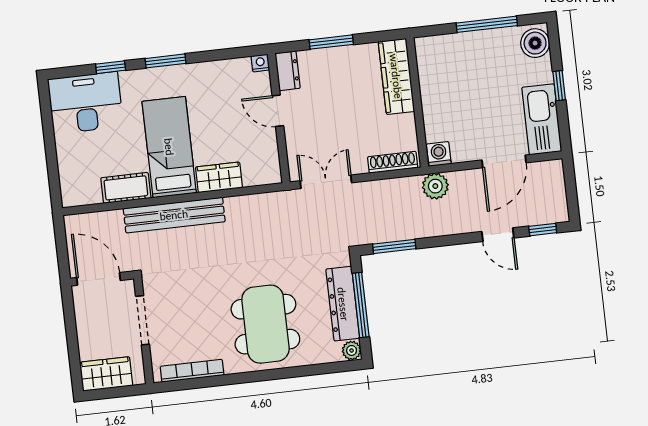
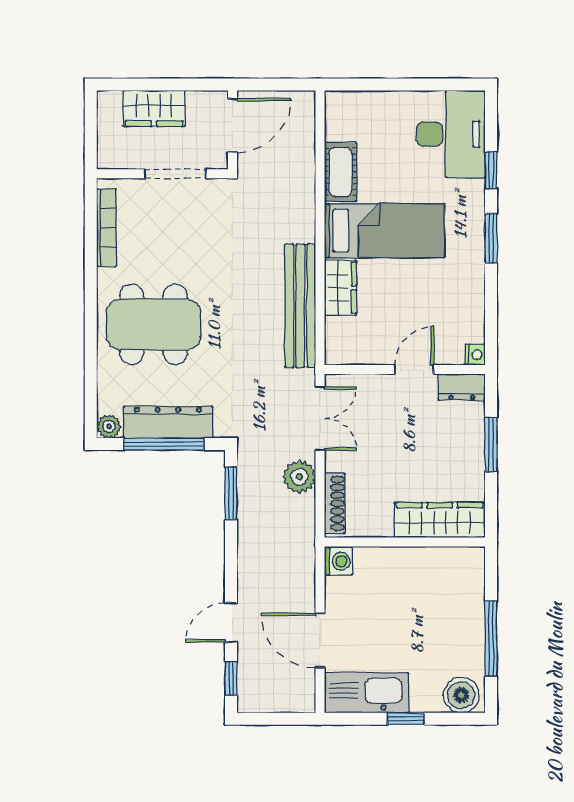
plant: (435, 186) -> (299, 477), moved
bench: (174, 215) -> (300, 306), moved
wardrobe: (106, 374) -> (154, 108), moved, turned 90

